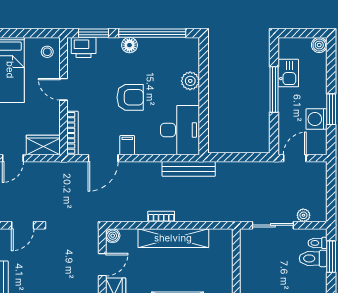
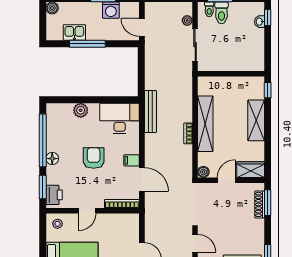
wardrobe: (43, 145) -> (131, 227), removed
door: (102, 265) -> (226, 180), hinge flipped

